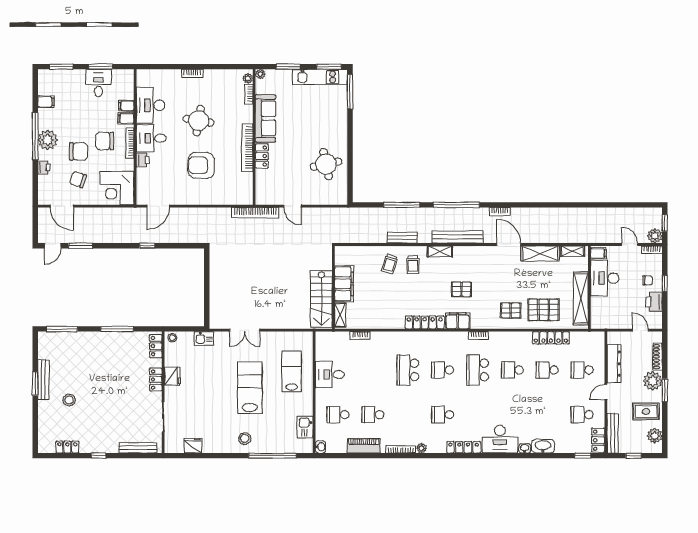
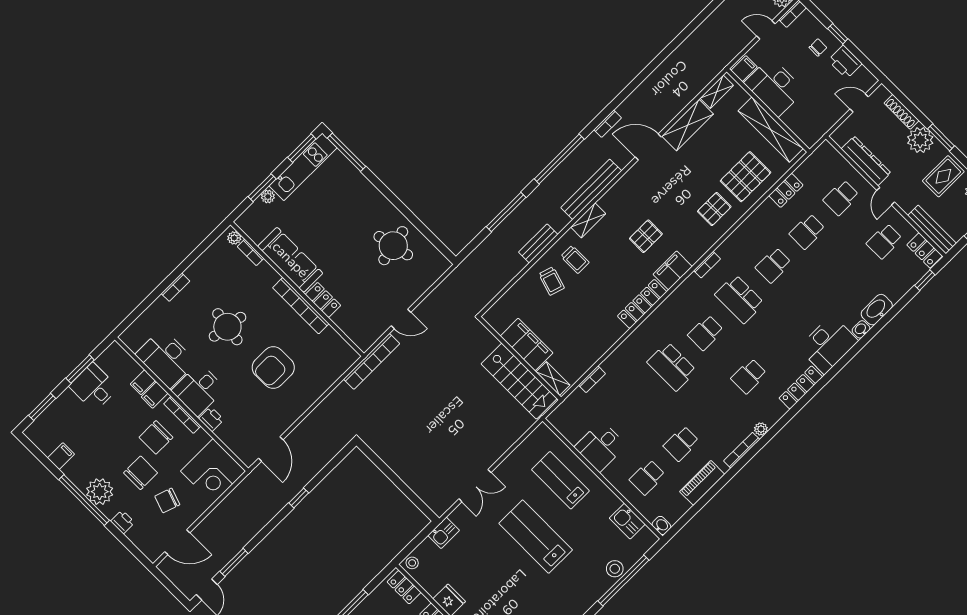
plant: (260, 74) -> (268, 196), moved
locker: (551, 338) -> (786, 190), width x0.66
stool: (245, 439) -> (615, 569), moved

